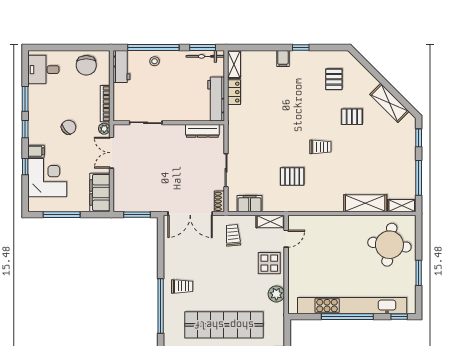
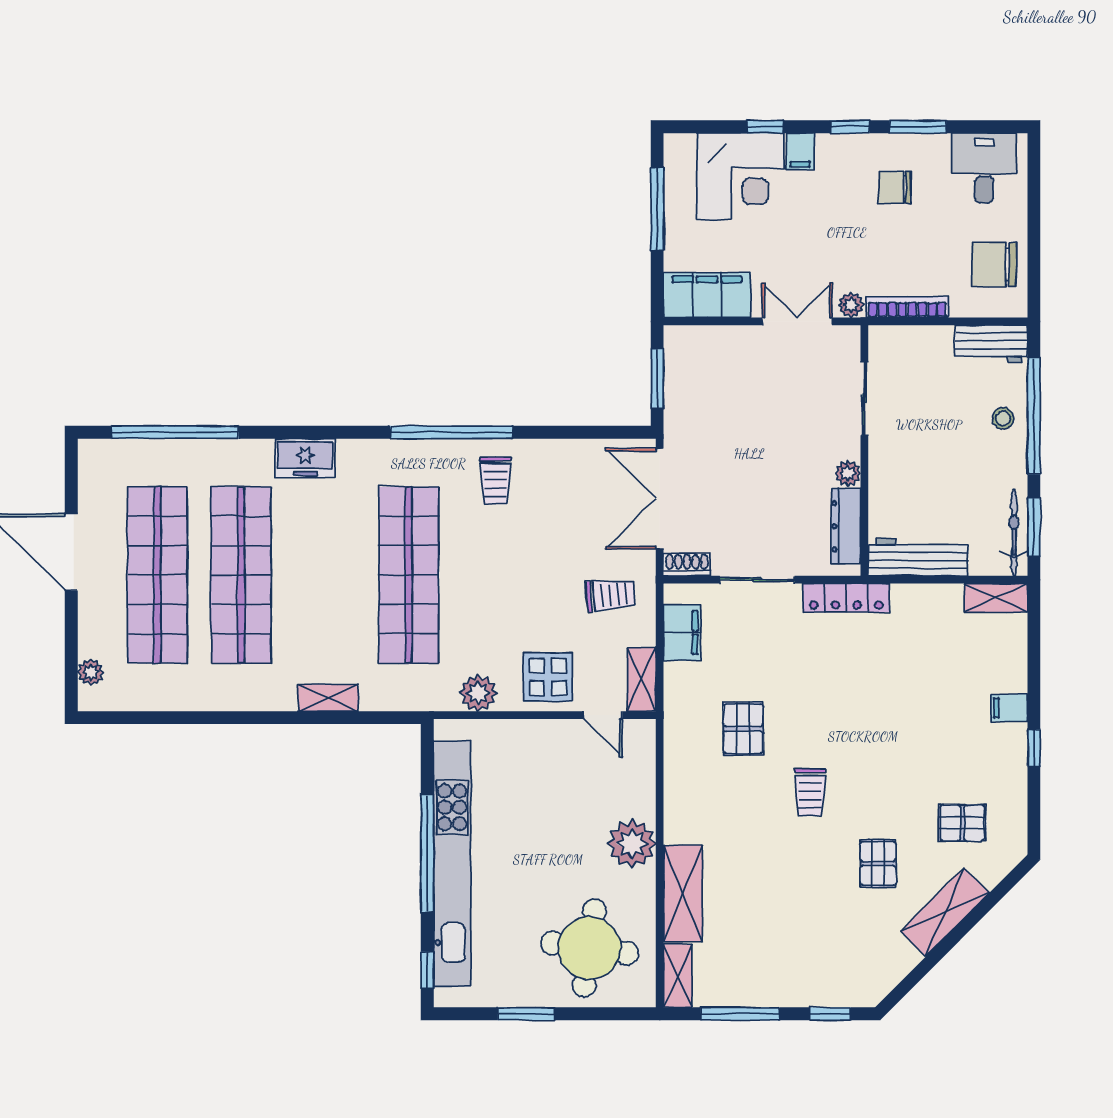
locker: (234, 92) -> (846, 598), moved, width x1.53
shelving: (389, 103) -> (945, 912), moved
chair: (69, 127) -> (895, 187), moved, turned 129
plant: (179, 130) -> (848, 473), added
plant: (343, 226) -> (632, 844), added

